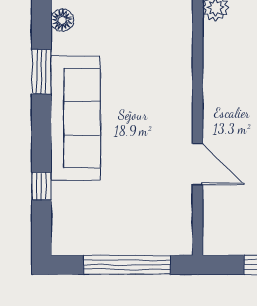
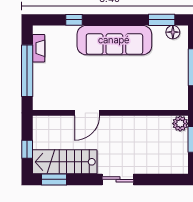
window: (41, 72) -> (162, 20), moved
fireplace: (89, 246) -> (39, 48), added

